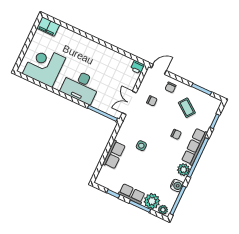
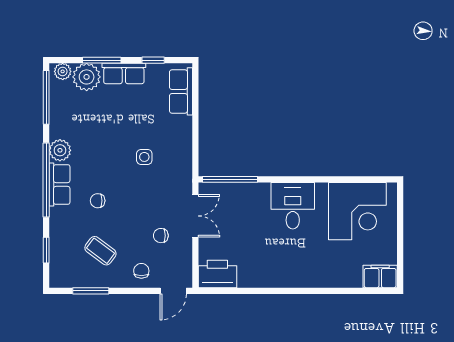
printer: (138, 67) -> (217, 274), width x1.87, depth x1.48
desk: (80, 86) -> (293, 206), width x0.73
row of seats: (195, 147) -> (59, 185), width x0.68
row of seats: (114, 155) -> (181, 91), moved
water cooler: (177, 185) -> (59, 120), removed

